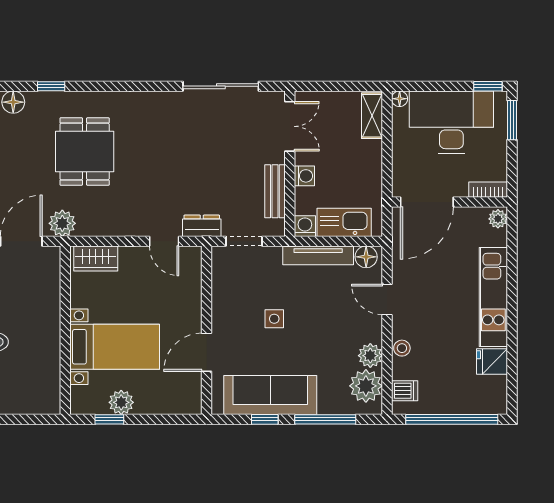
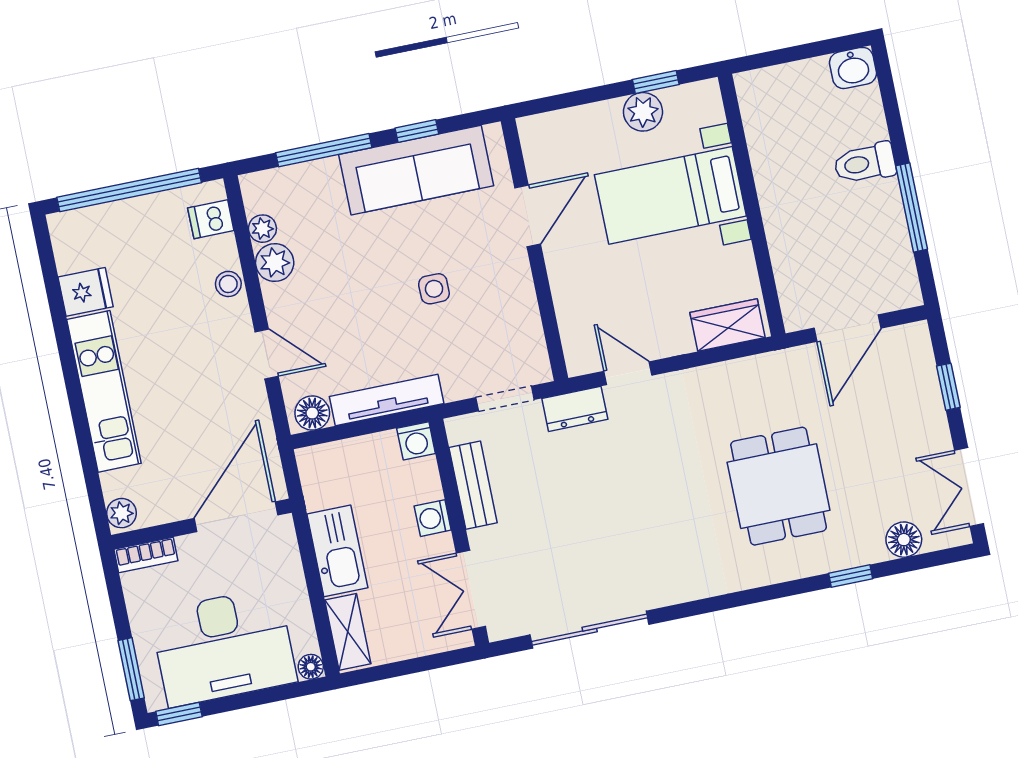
kitchen sink: (344, 222) -> (337, 551), moved, turned -90
plant: (62, 223) -> (790, 369), removed
plant: (366, 386) -> (262, 229), width x0.53, depth x0.53

